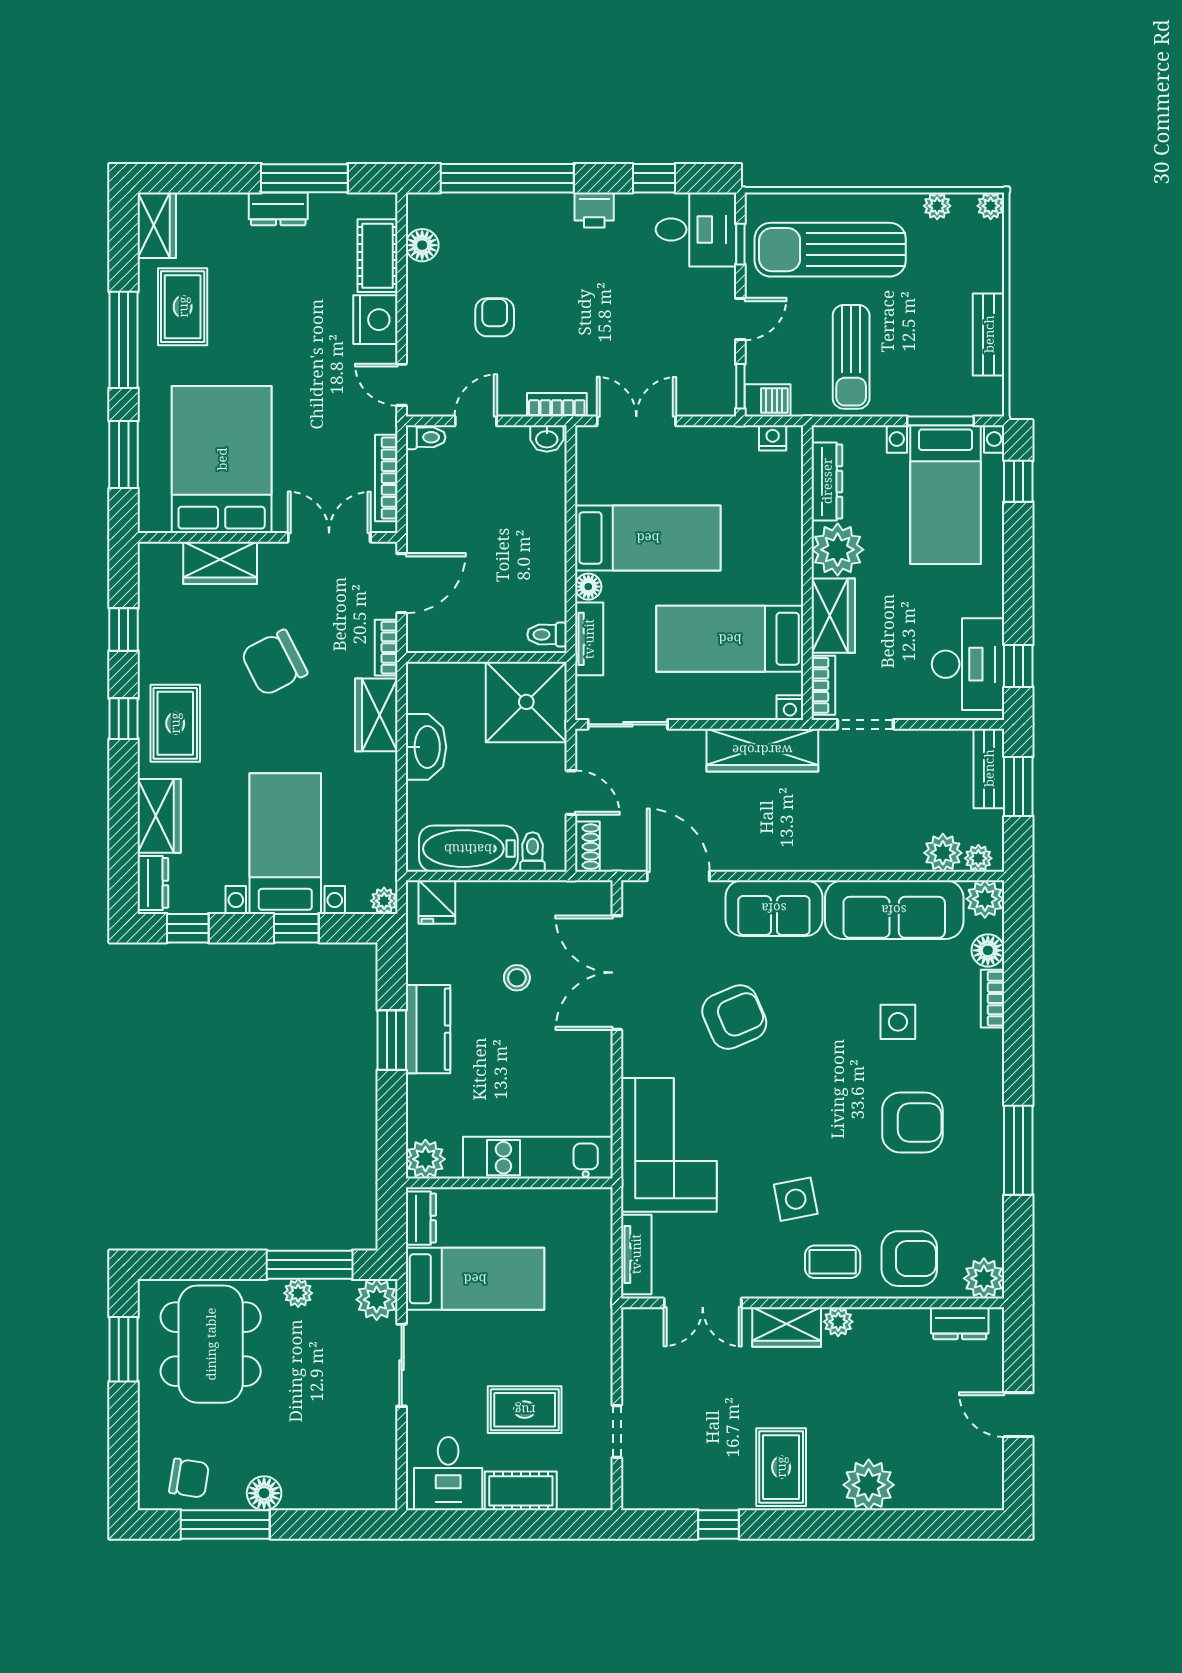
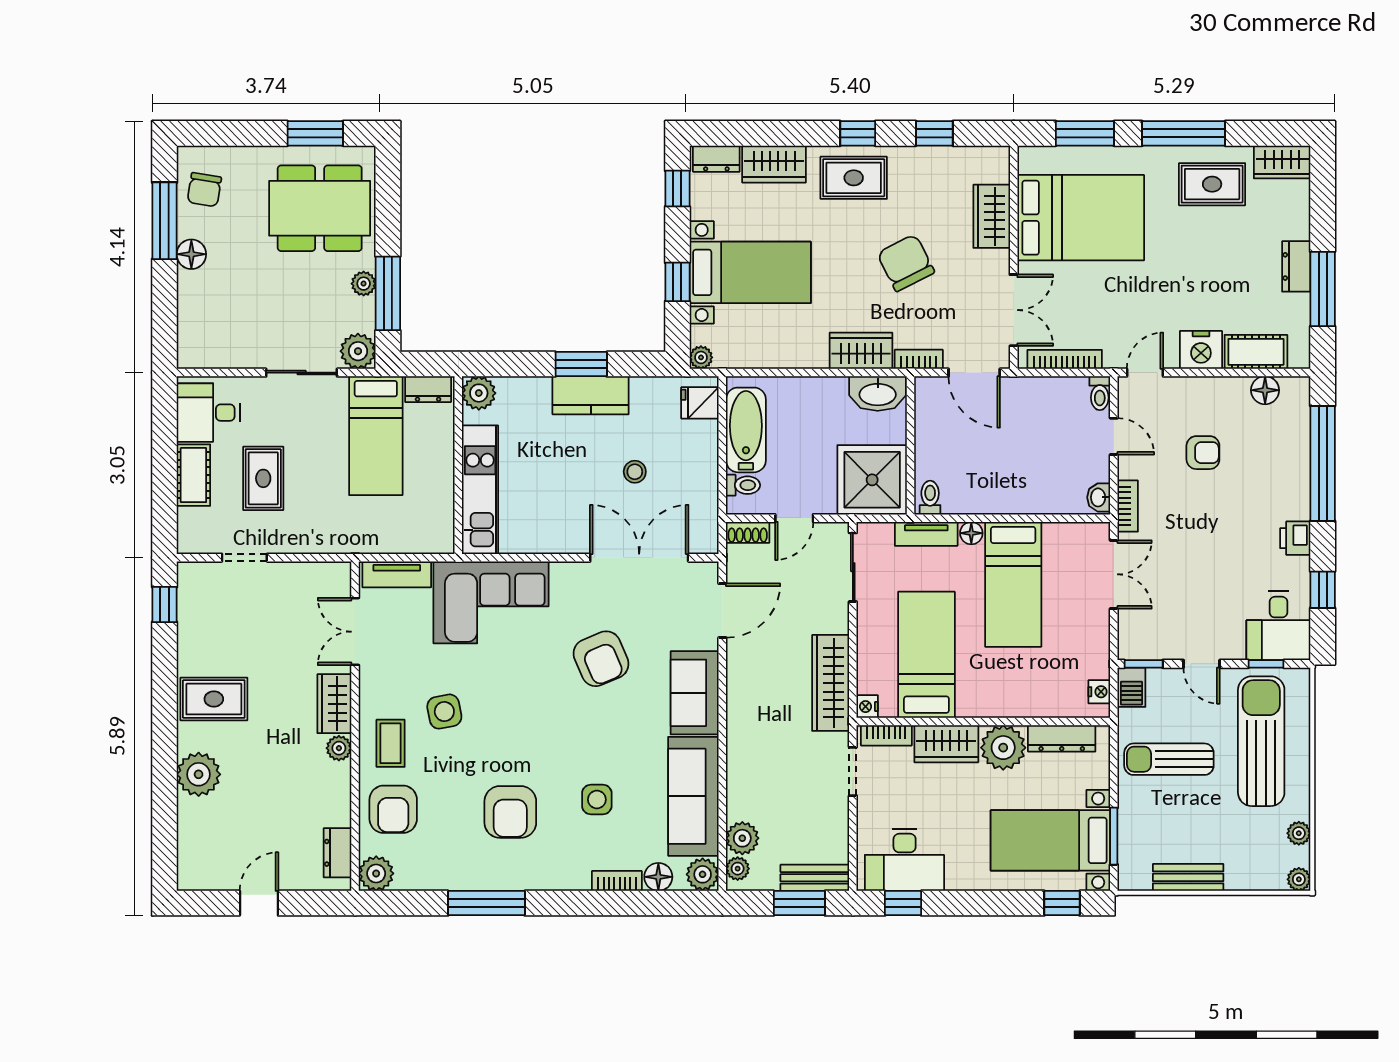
washbasin: (426, 747) -> (878, 394), moved
window: (718, 1524) -> (165, 605), moved

